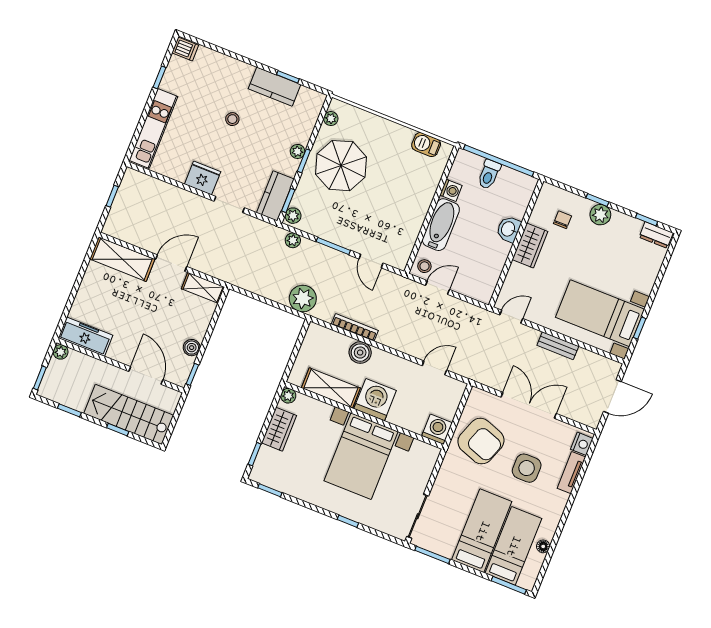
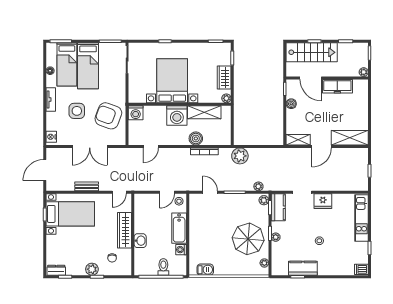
wardrobe: (530, 246) -> (125, 230), width x1.50
freezer: (85, 337) -> (337, 86), moved
tv unit: (571, 473) -> (51, 100), moved

